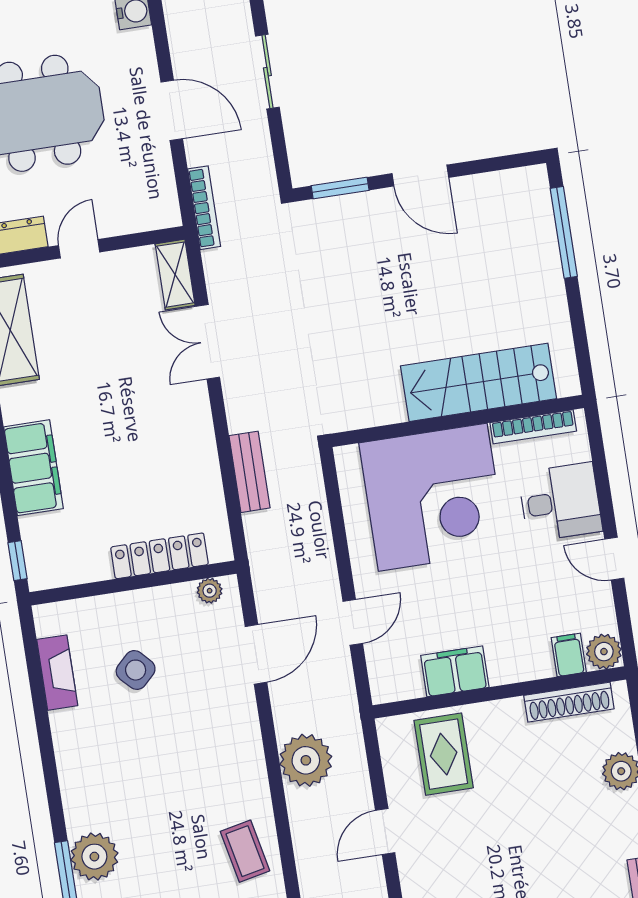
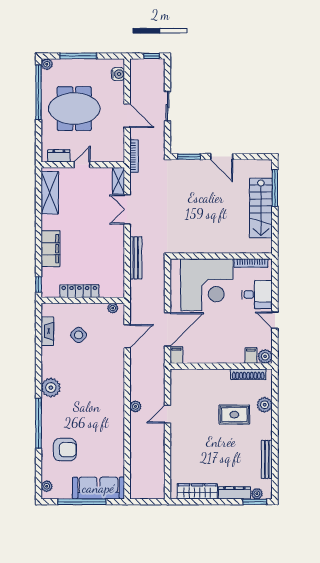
stairs: (479, 382) -> (261, 208), moved, turned -90
bench: (249, 472) -> (136, 258), width x1.36
locker: (159, 556) -> (79, 291), moved
door: (353, 622) -> (167, 329), width x1.88
filing cabinet: (455, 671) -> (176, 355), moved, width x0.50
rug: (444, 754) -> (234, 415), moved, turned 90
plant: (306, 760) -> (135, 406), moved, width x0.53, depth x0.53
coffee table: (245, 851) -> (111, 413), removed
plant: (94, 857) -> (51, 388), moved

